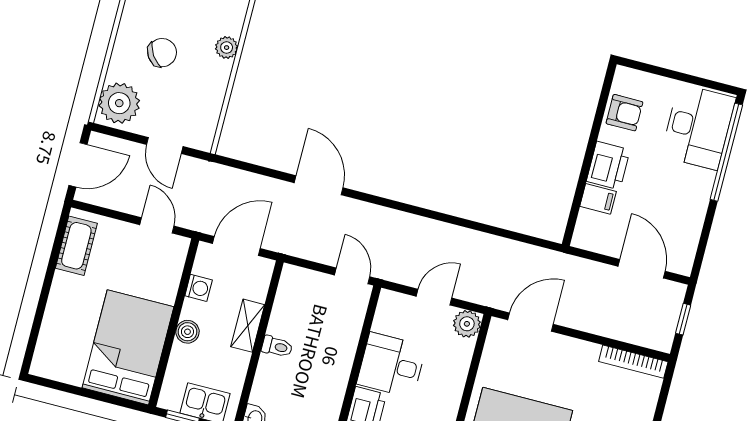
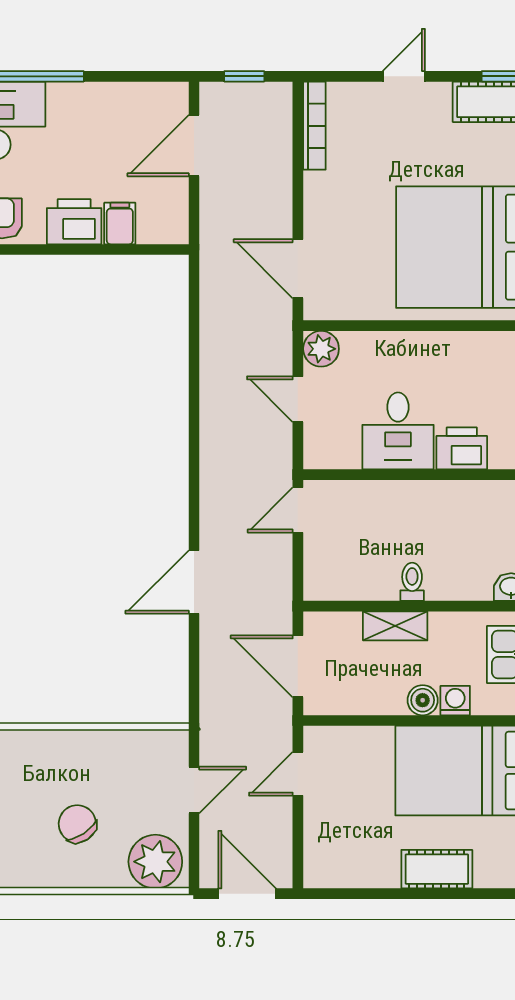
plant: (227, 48) -> (50, 744), removed
cot: (76, 246) -> (437, 869), moved
washing machine: (199, 288) -> (455, 701), moved

